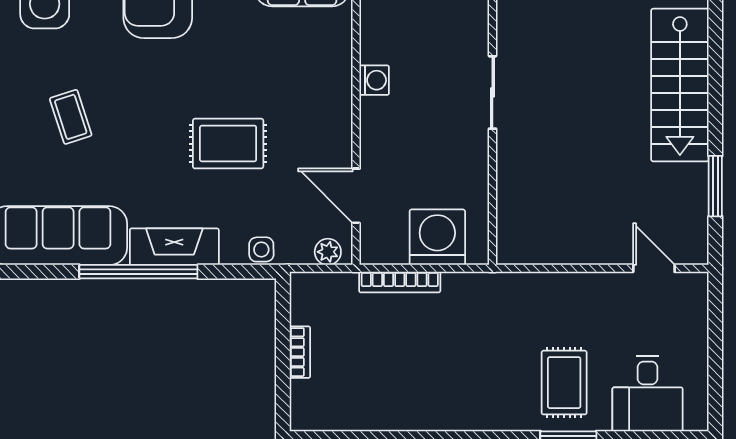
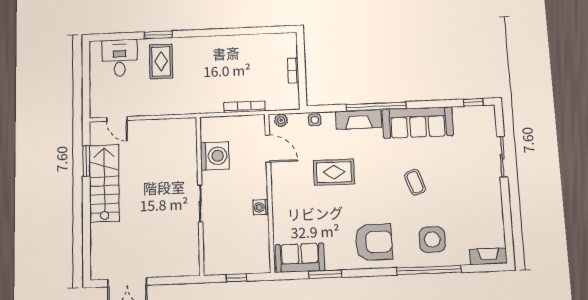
stairs: (680, 85) -> (104, 183), moved
washing machine: (437, 237) -> (215, 156), moved, turned -90

